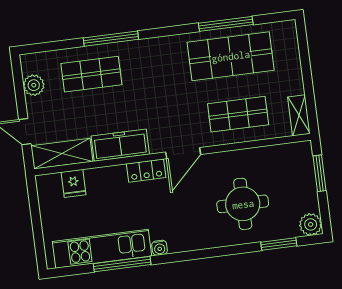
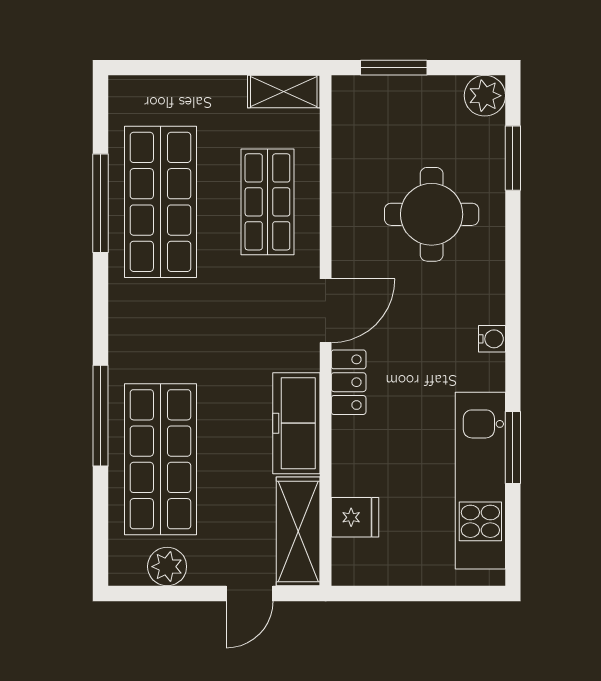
shop shelf: (91, 74) -> (160, 459), width x1.43, depth x1.36
door: (183, 153) -> (326, 311), hinge flipped
water cooler: (160, 248) -> (492, 339), moved
window: (122, 264) -> (513, 447), width x0.69

